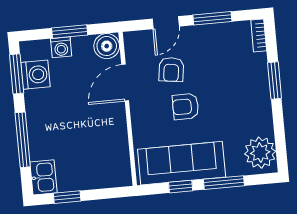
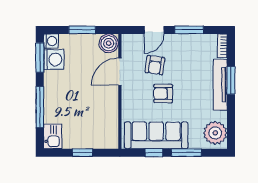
washing machine: (61, 47) -> (51, 41), moved, turned -90
tv unit: (261, 88) -> (220, 85), added
window: (67, 197) -> (83, 153), moved

